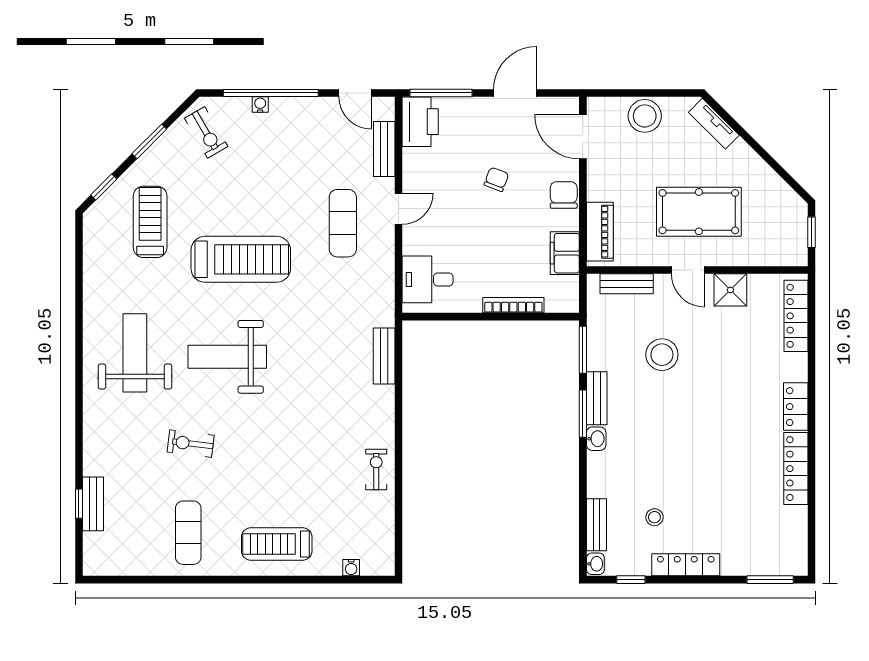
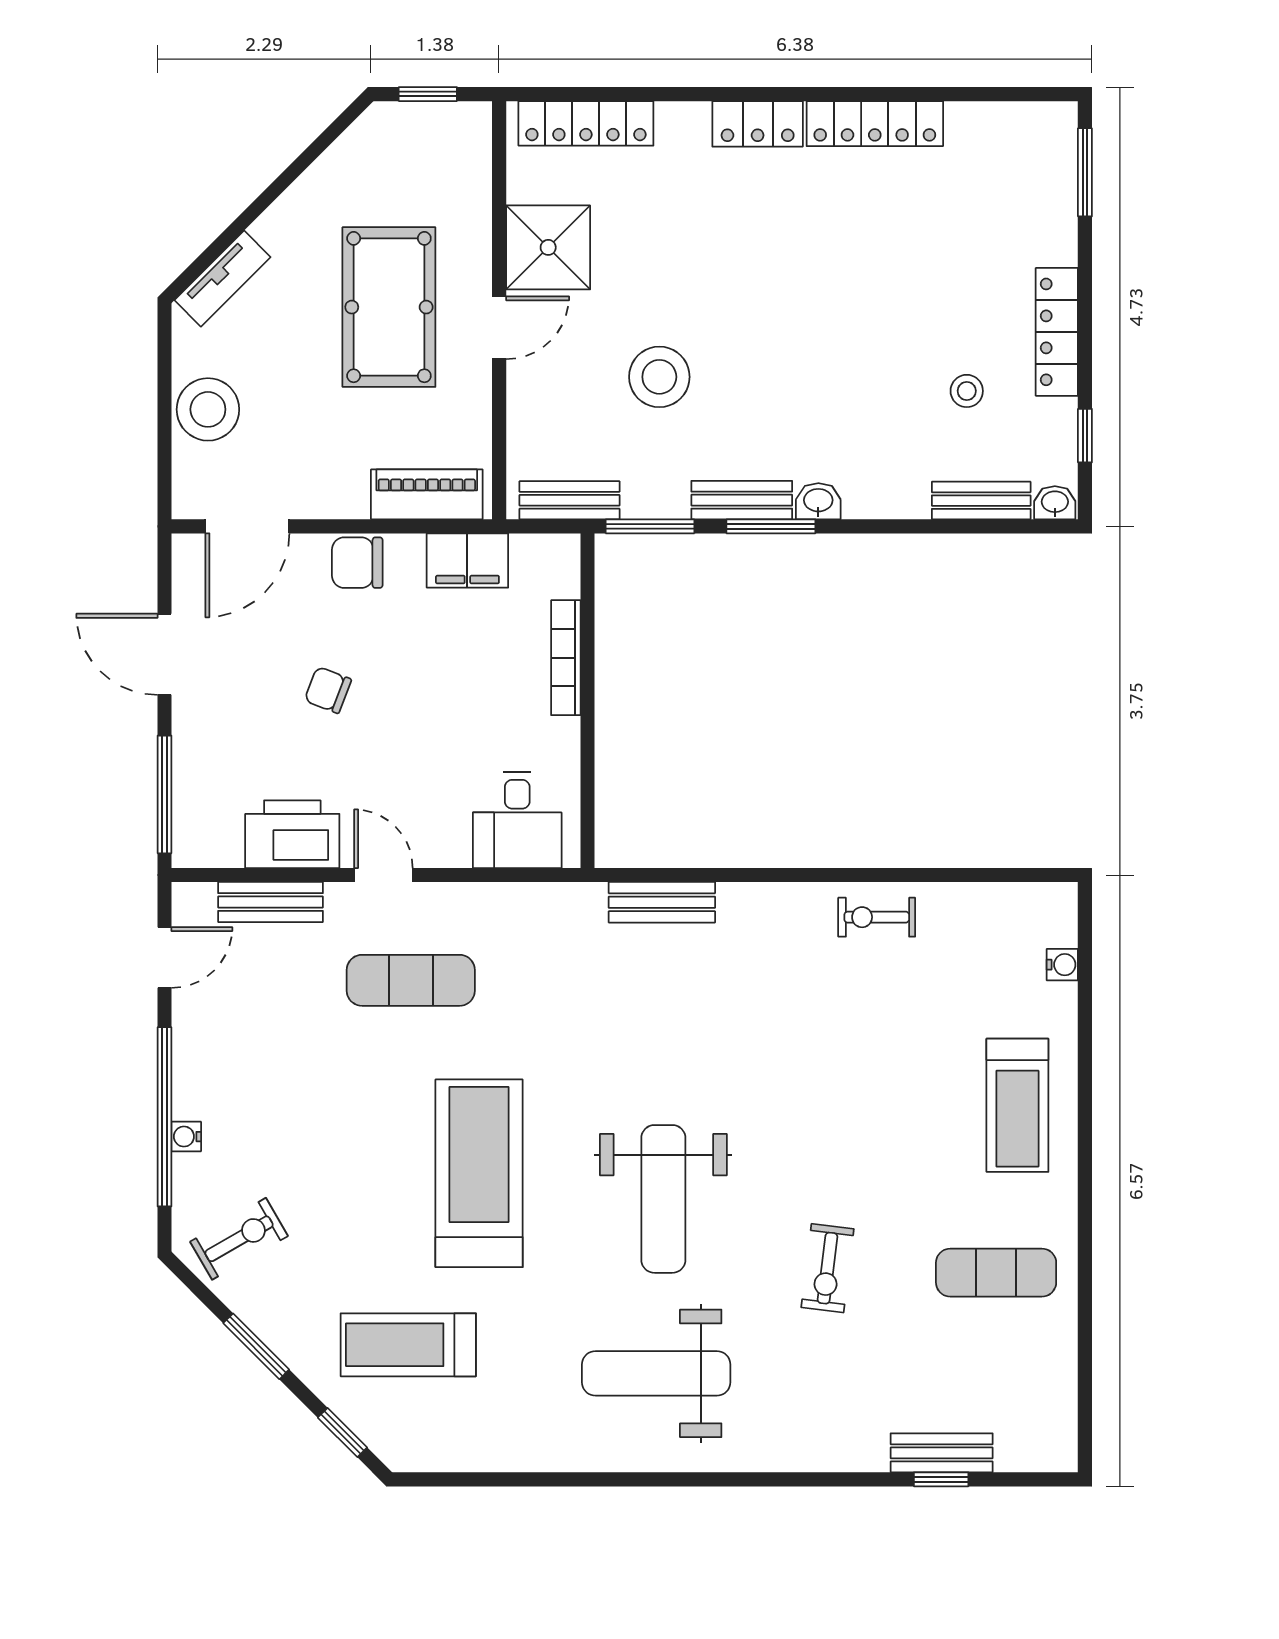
printer: (420, 122) -> (292, 834), moved
bench: (627, 284) -> (570, 500), moved, turned 90
shower: (730, 290) -> (548, 247), width x1.36, depth x1.36

